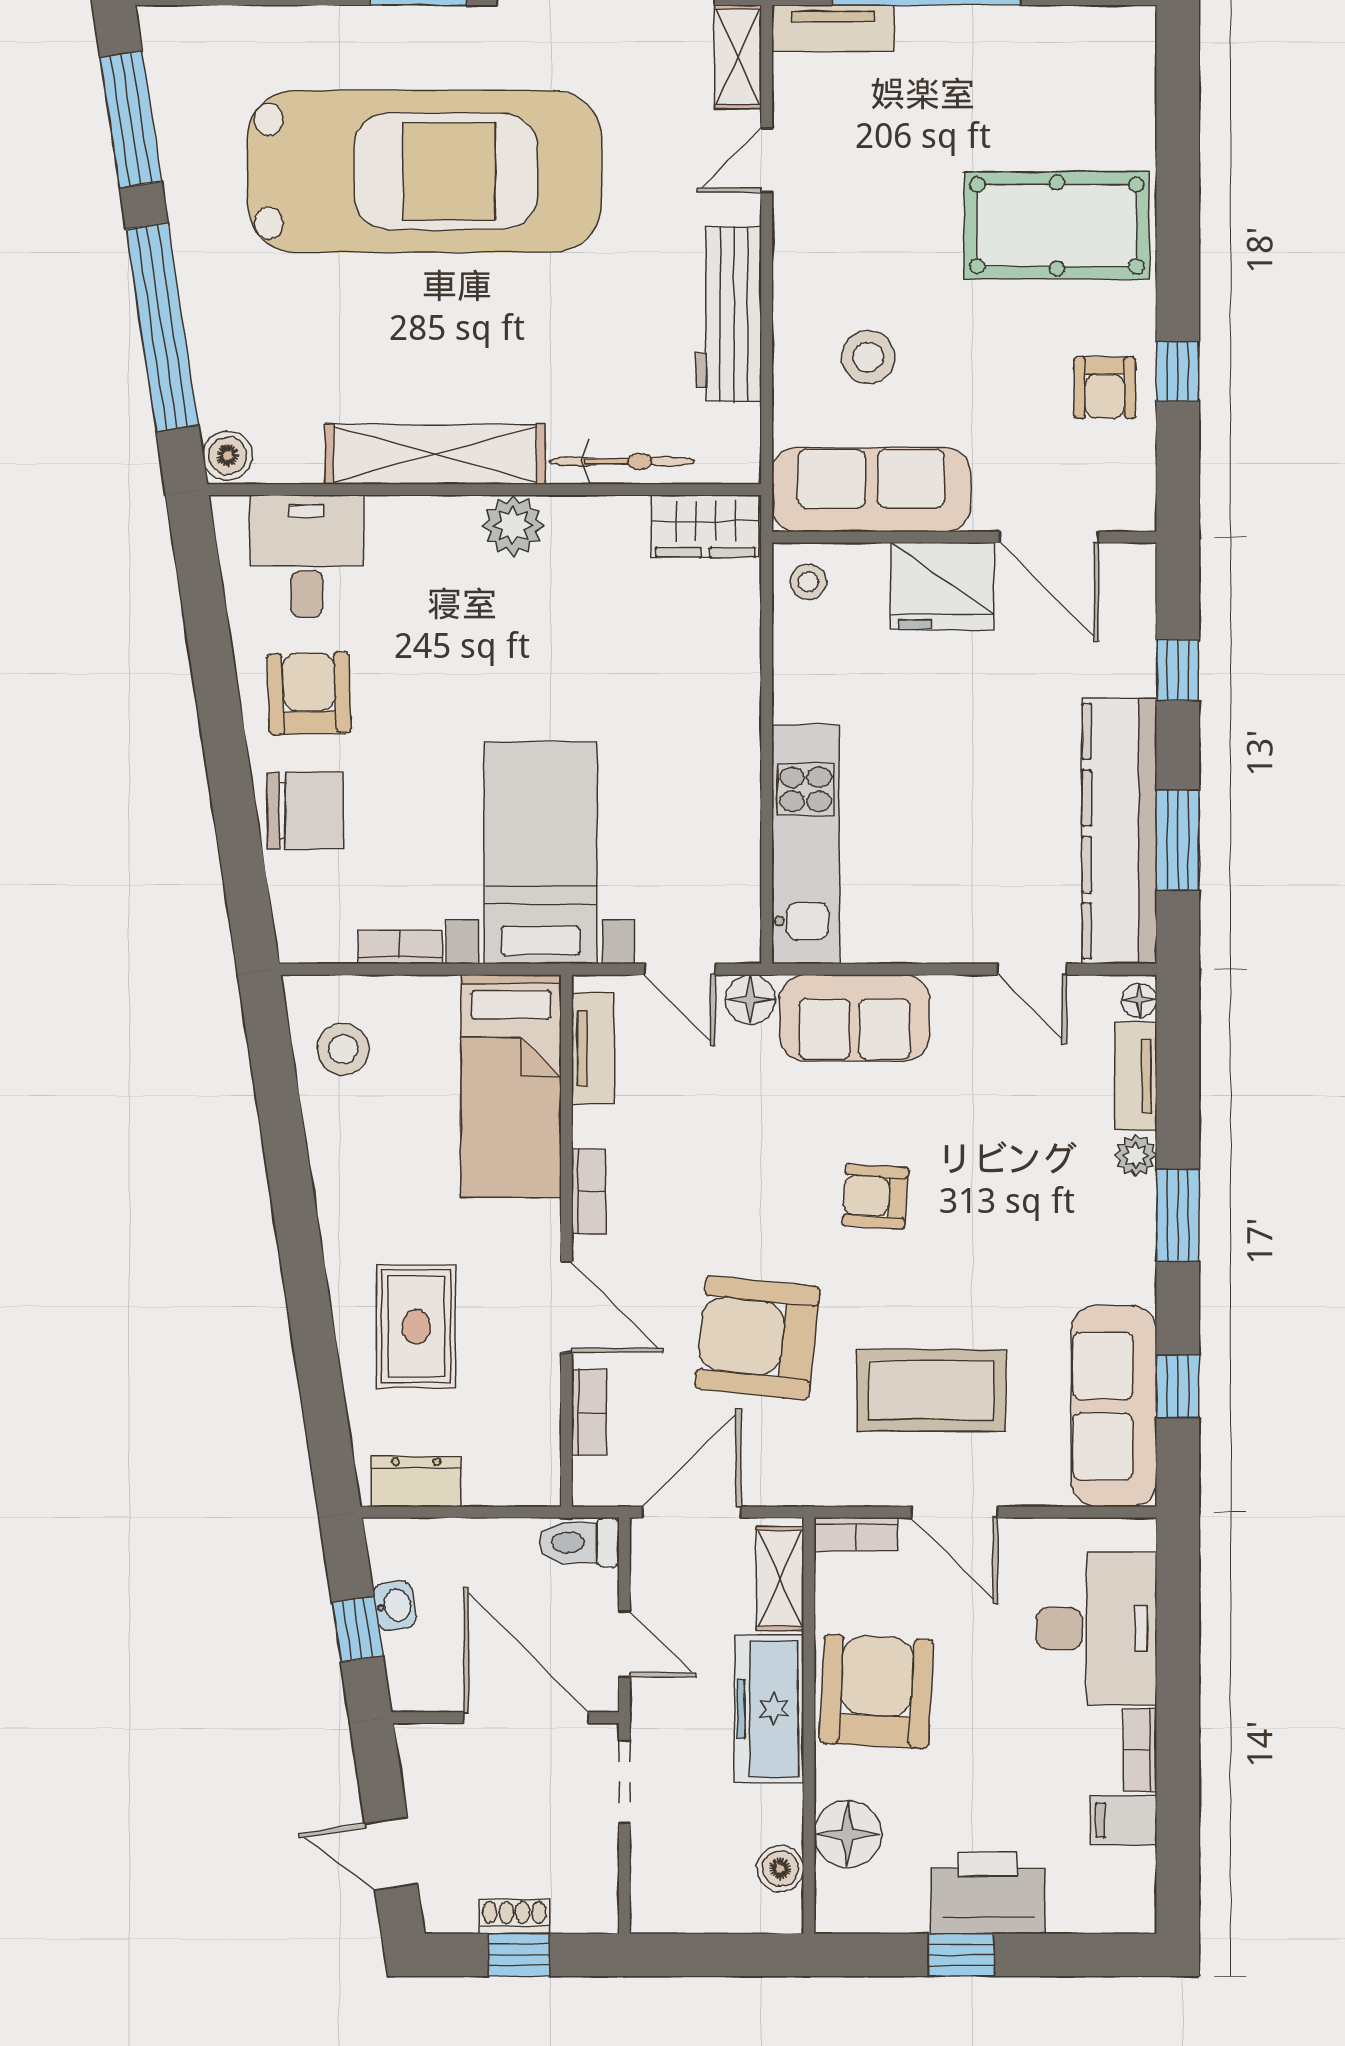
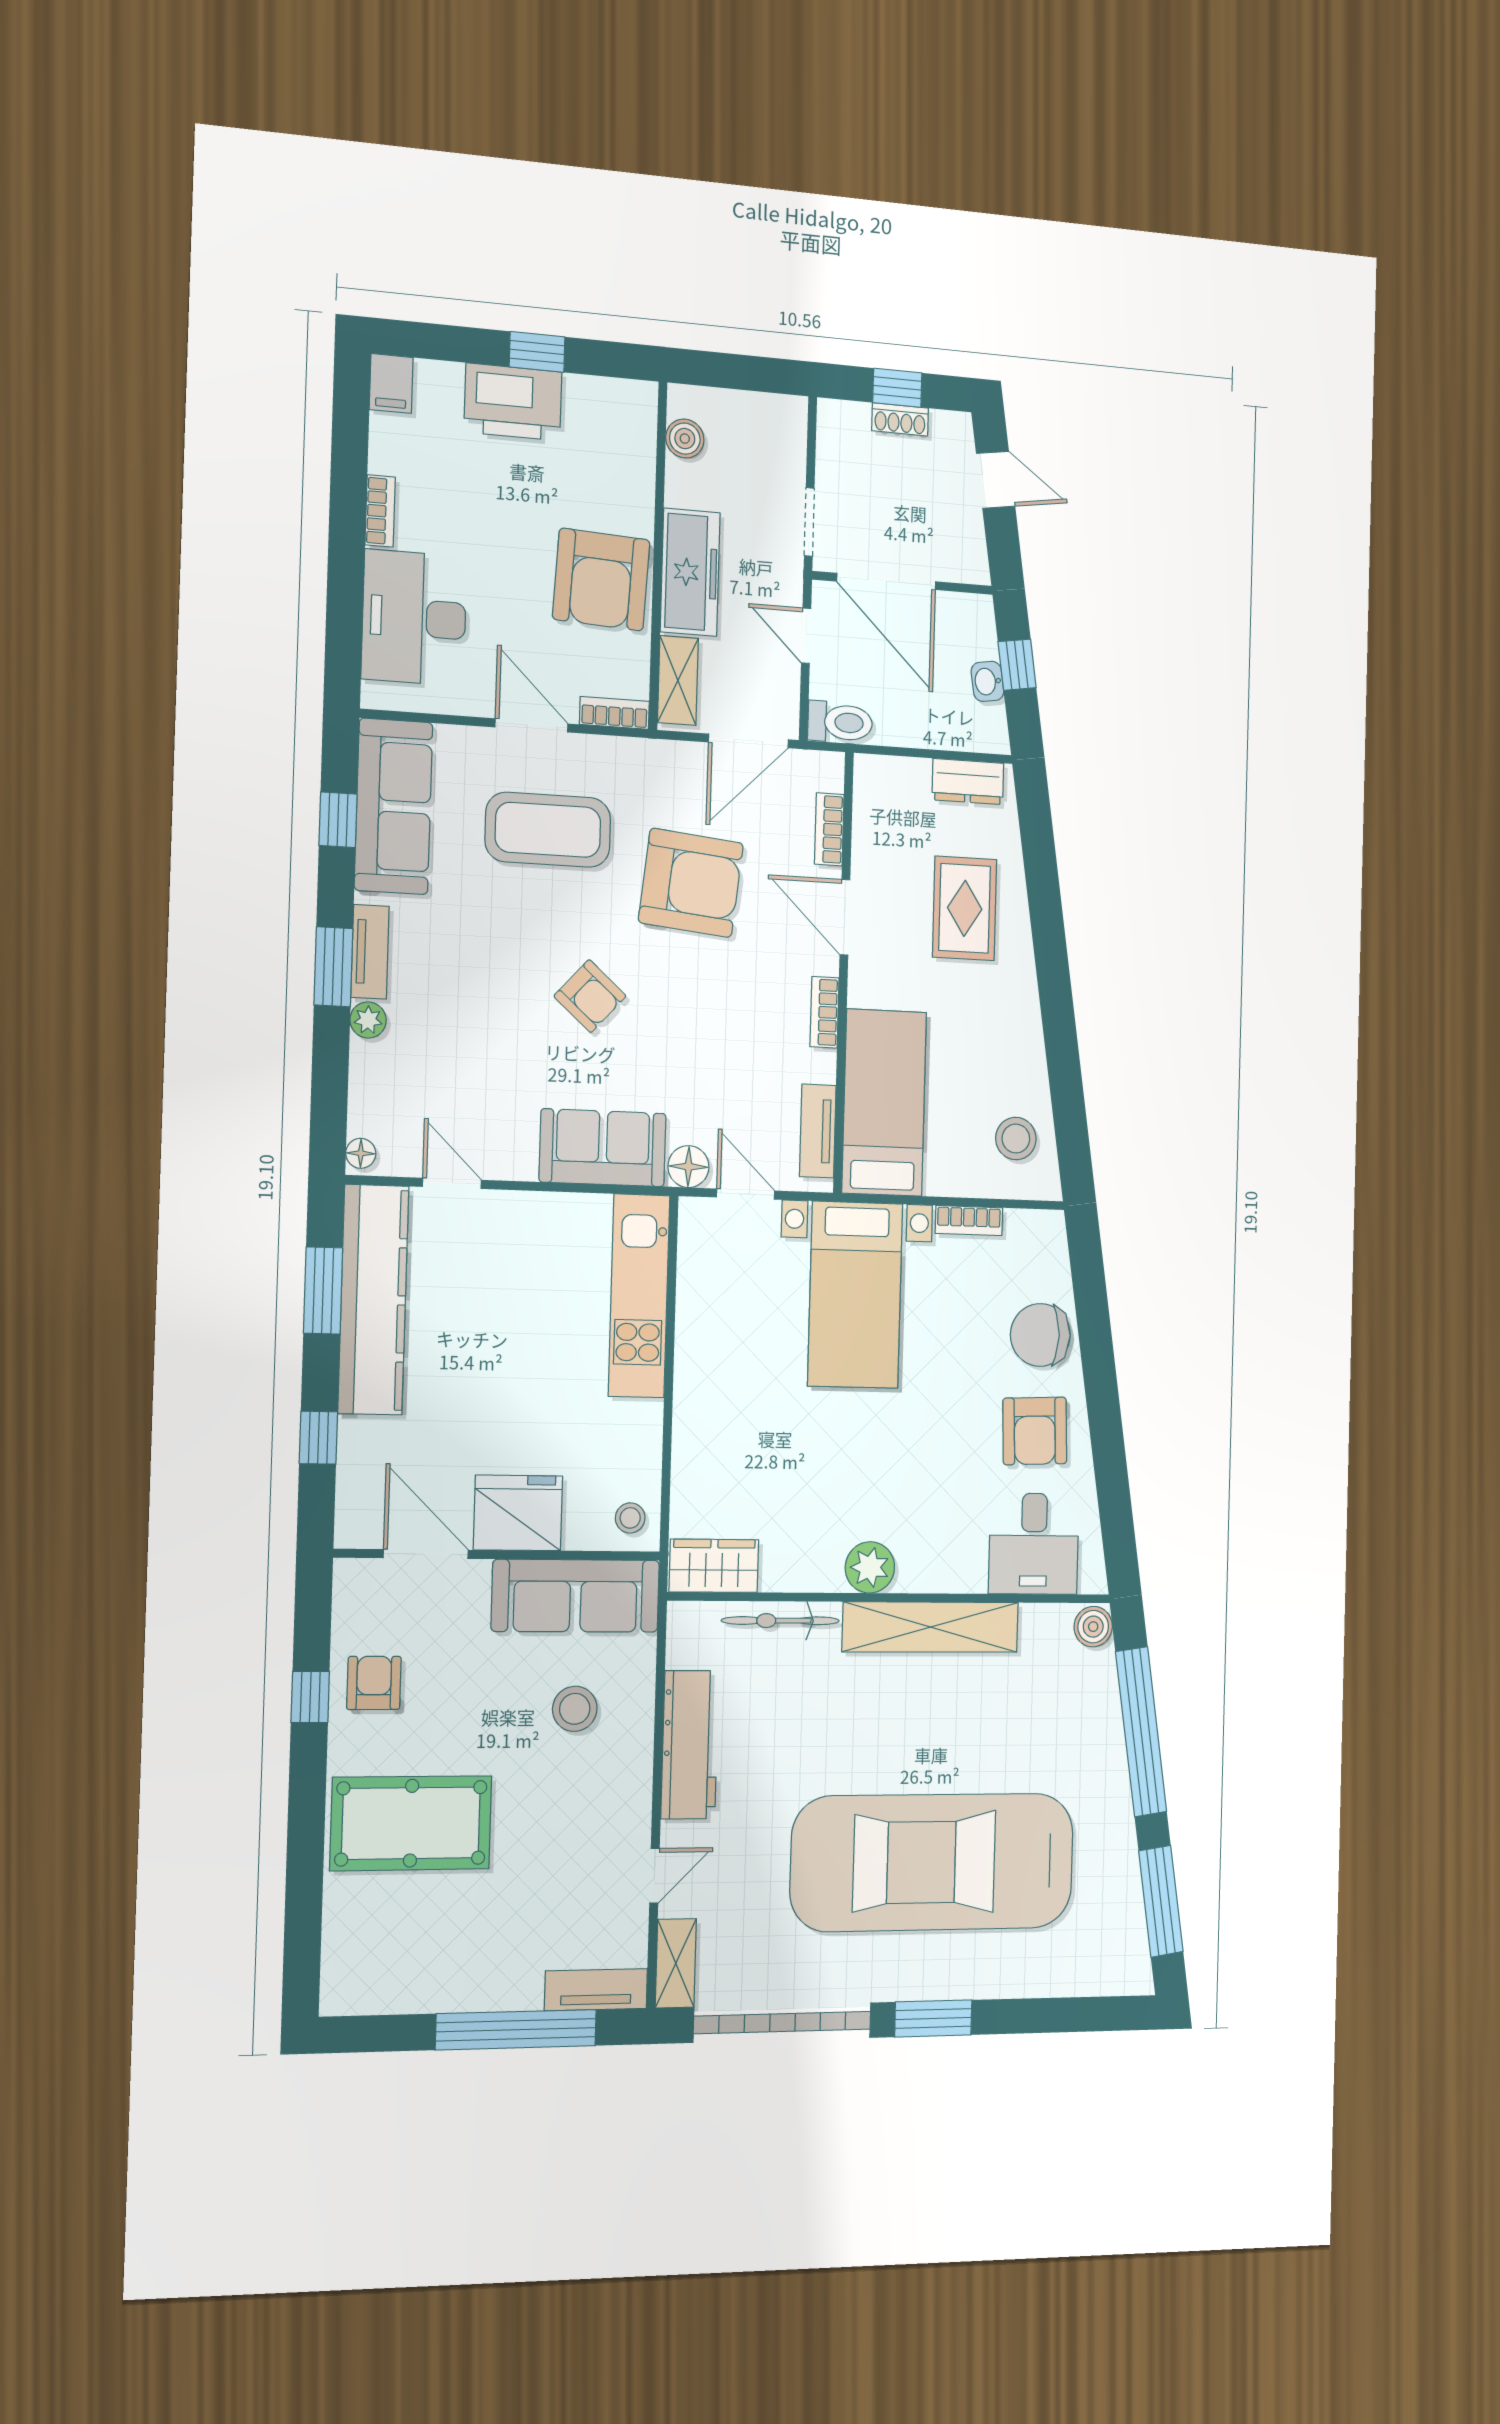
tv unit: (1136, 1076) -> (370, 952), moved
armchair: (875, 1196) -> (590, 996), turned 38
filing cabinet: (1124, 1820) -> (391, 383), moved, turned 90
floor lamp: (848, 1834) -> (628, 462), removed

